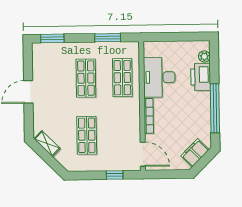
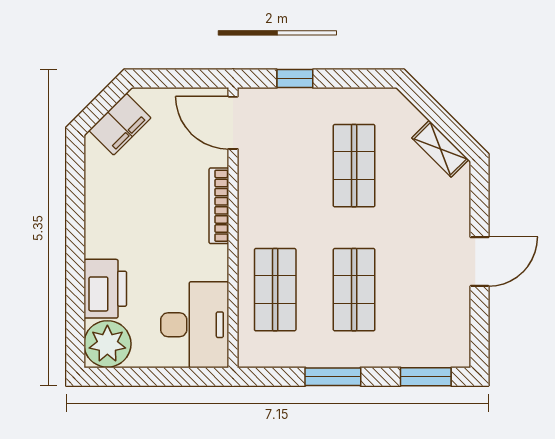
window: (108, 38) -> (333, 377), moved
plant: (204, 56) -> (107, 344), width x1.88, depth x1.88
desk: (159, 77) -> (195, 325), moved
window: (215, 108) -> (75, 220), removed

